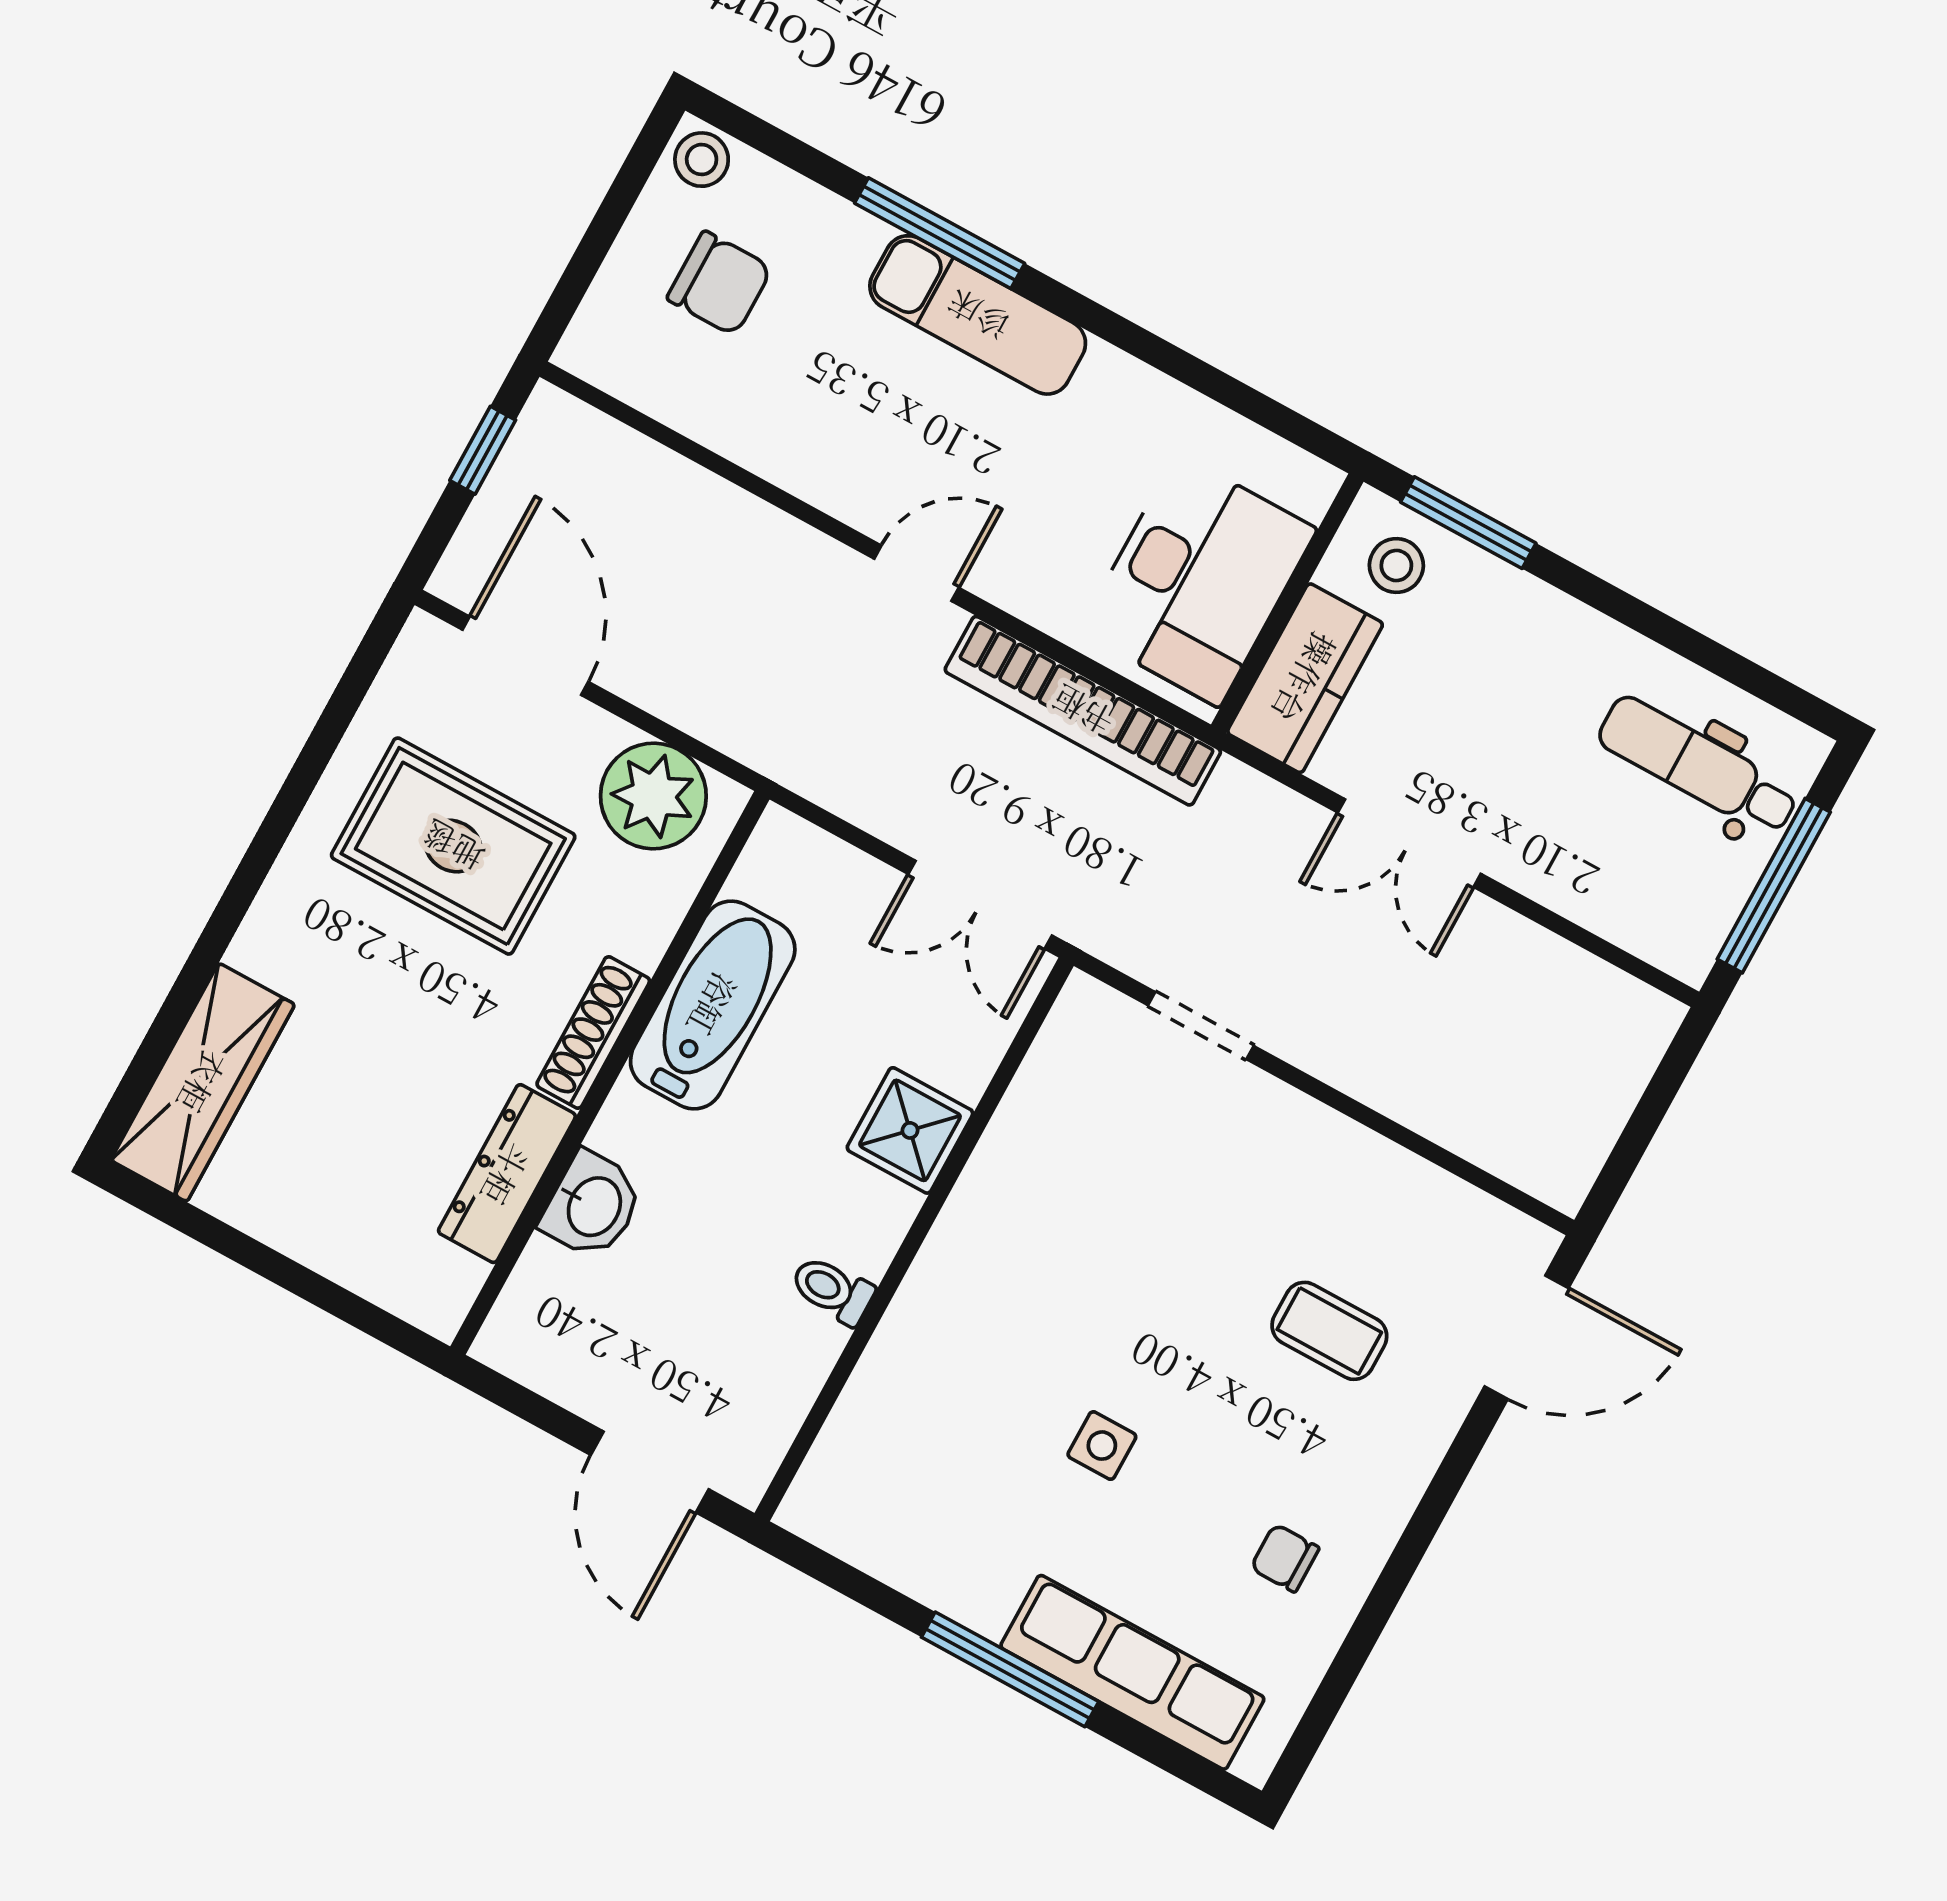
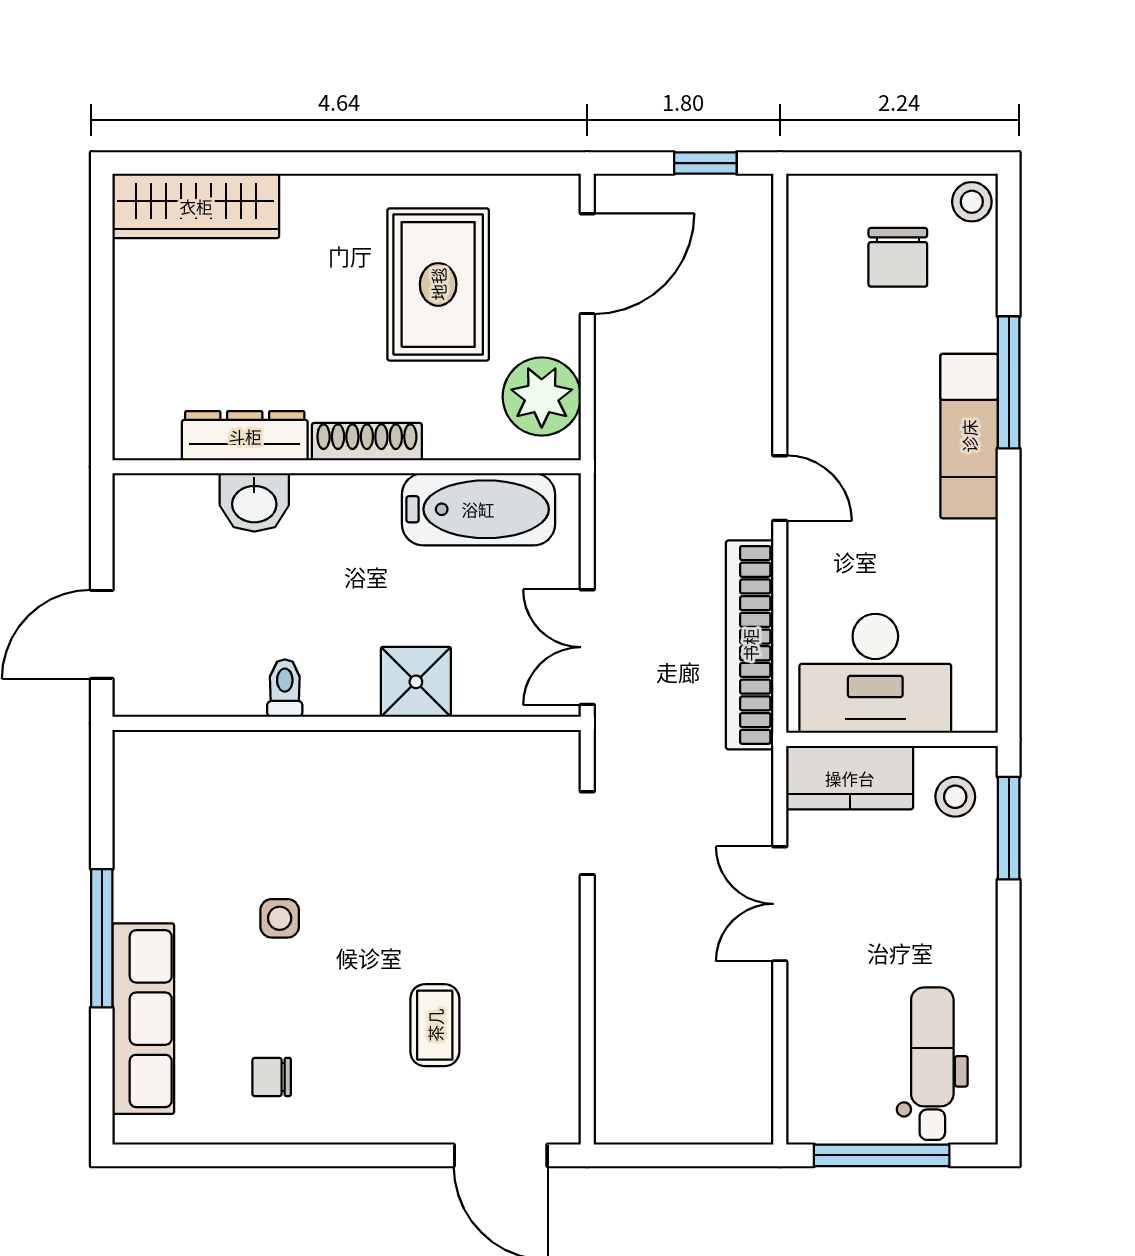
bathtub: (713, 1005) -> (478, 509), moved
chair: (1285, 1558) -> (272, 1077), turned -90

